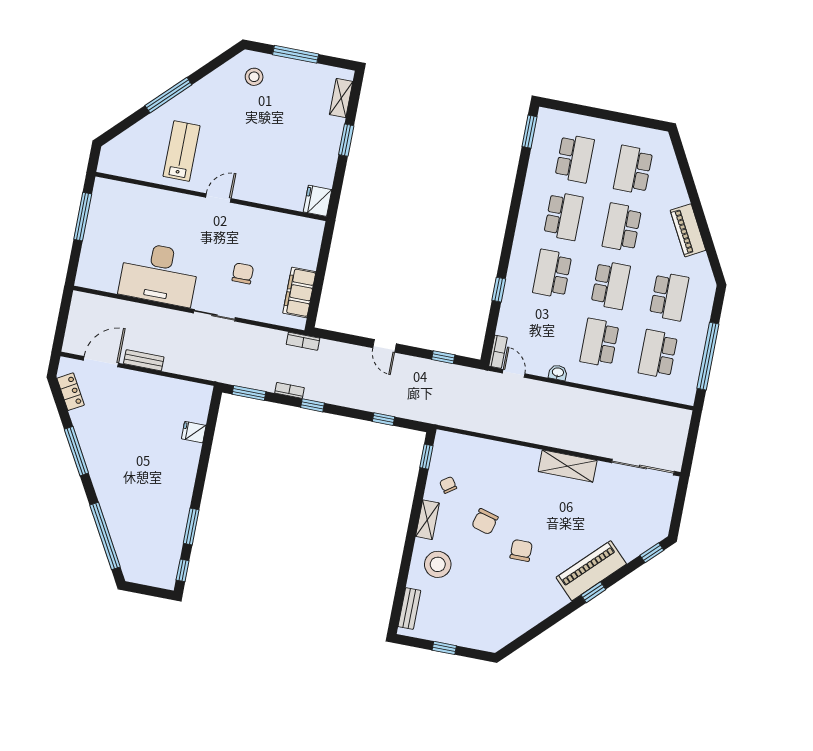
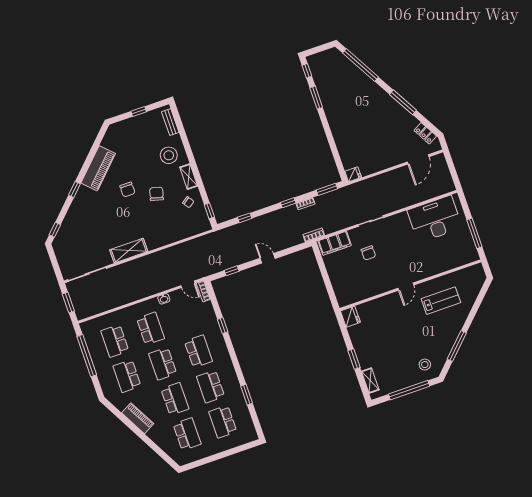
window: (296, 54) -> (409, 390), width x1.46
window: (168, 95) -> (457, 346), moved
window: (529, 132) -> (247, 395), moved
lab bench: (182, 151) -> (441, 301), turned -90
desk: (159, 274) -> (435, 219), moved
filing cabinet: (299, 292) -> (335, 243), moved, turned 90
school desk: (658, 354) -> (115, 341), turned 180
bench: (144, 360) -> (395, 174), removed
fridge: (194, 432) -> (353, 174), moved
window: (691, 443) -> (68, 303), added
piano: (591, 571) -> (98, 168), moved

